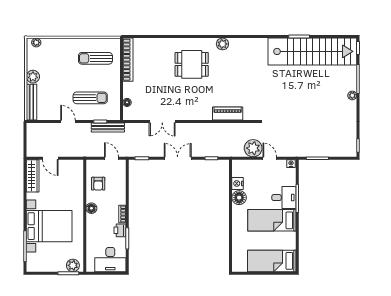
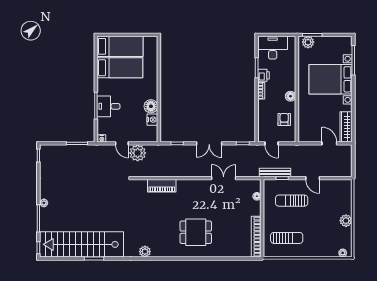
plant: (222, 44) -> (145, 252), moved
bench: (31, 102) -> (347, 197), removed
bed: (272, 220) -> (120, 68), moved

